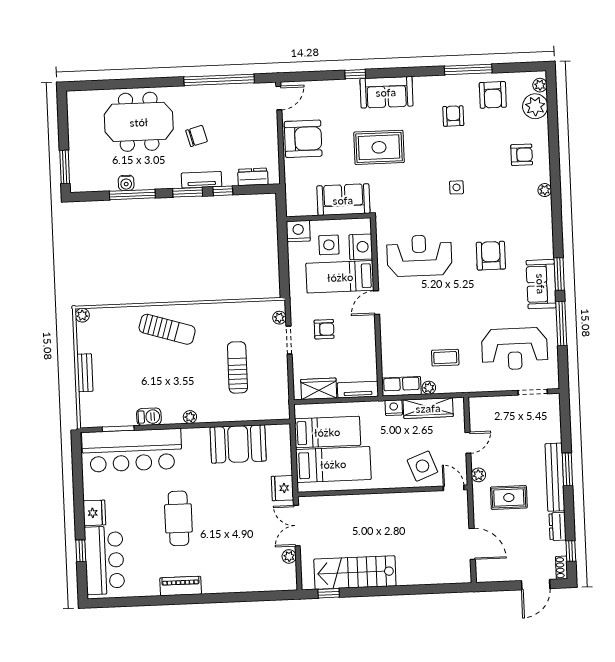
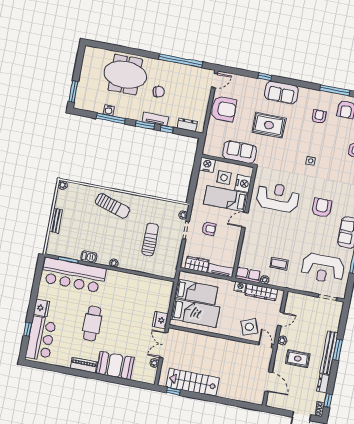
booth: (238, 444) -> (115, 365), moved

